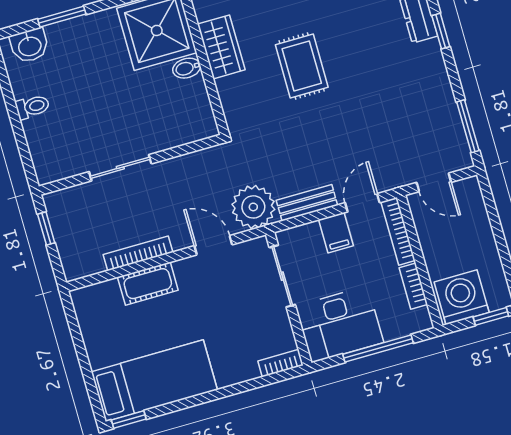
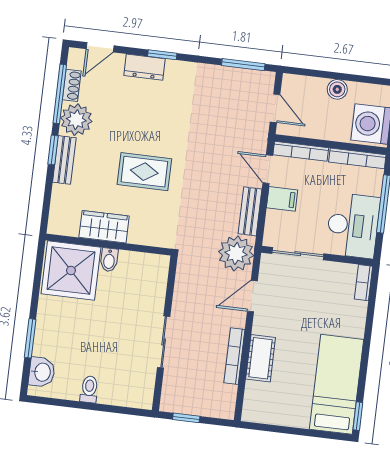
door: (434, 182) -> (275, 108), hinge flipped
boiler: (484, 243) -> (337, 89), added
bookcase: (413, 286) -> (357, 158), width x1.56

